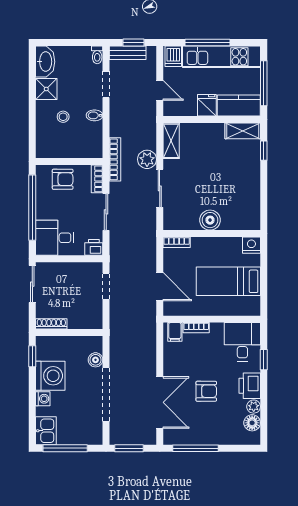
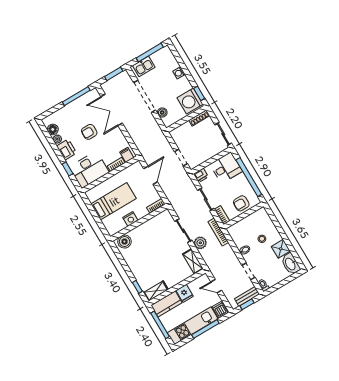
boiler: (210, 220) -> (124, 242), moved
nightstand: (251, 245) -> (130, 219), moved
door: (160, 287) -> (151, 175), swing flipped
desk: (242, 342) -> (89, 170), width x1.37
washing machine: (50, 376) -> (190, 101), moved
kitchen sink: (46, 431) -> (144, 66), moved, turned -90

